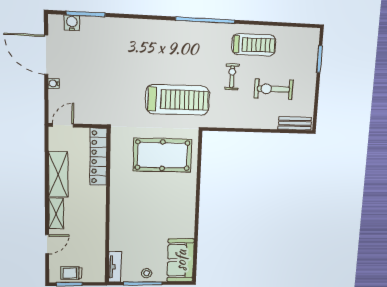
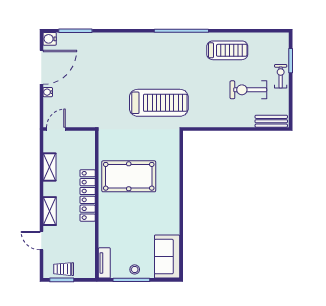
water cooler: (72, 23) -> (50, 39), moved, turned -90
door: (46, 55) -> (41, 67), swing flipped
exercise bike: (232, 77) -> (281, 76), moved
pool table: (162, 155) -> (129, 176), moved
locker: (98, 157) -> (88, 195), moved
shelving: (58, 174) -> (49, 167), width x0.67, depth x0.75
door: (47, 244) -> (41, 241), swing flipped

